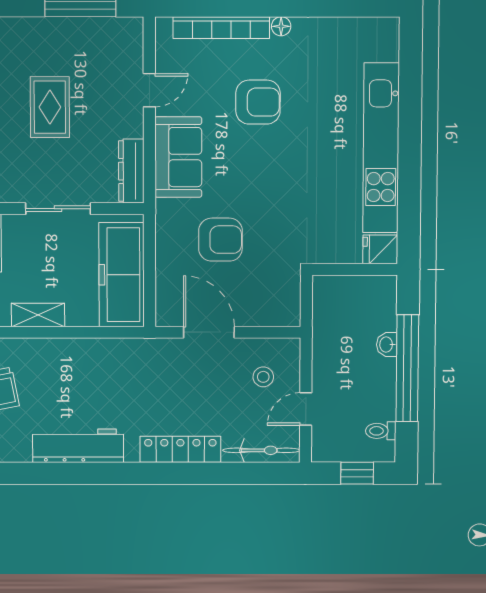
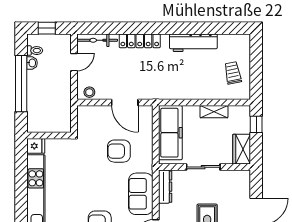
washbasin: (387, 345) -> (32, 63), moved
stool: (263, 377) -> (89, 92), moved

